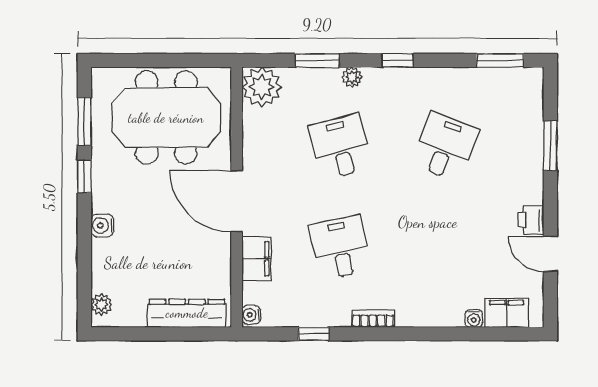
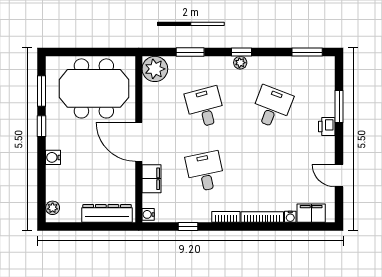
plant: (352, 77) -> (240, 63), moved
printer: (531, 220) -> (327, 127), moved
bookcase: (430, 319) -> (262, 217), added

